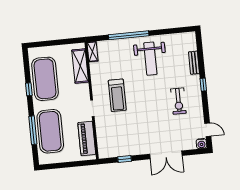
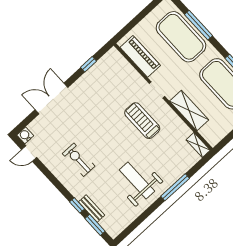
window: (129, 35) -> (175, 187), width x0.68
window: (200, 50) -> (95, 225), added
shelving: (80, 66) -> (189, 110), moved
window: (203, 85) -> (77, 205), moved

